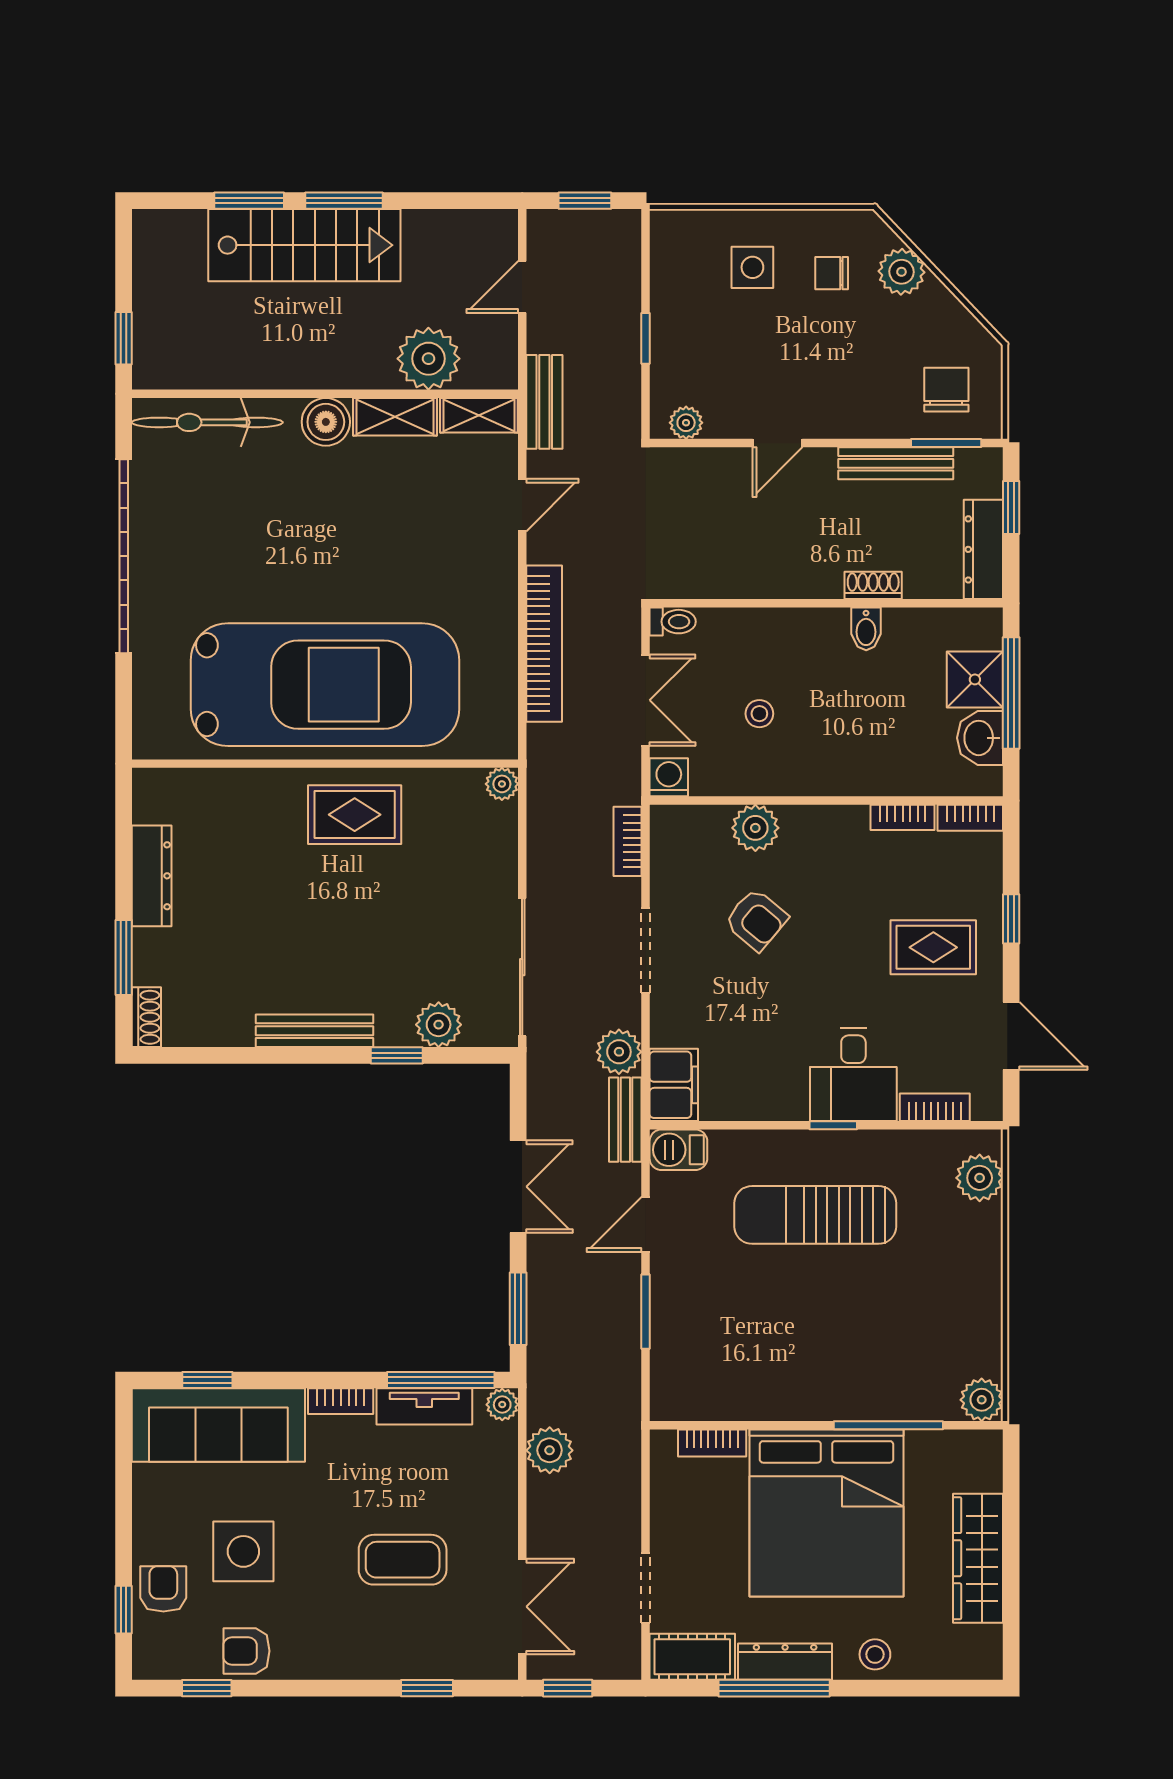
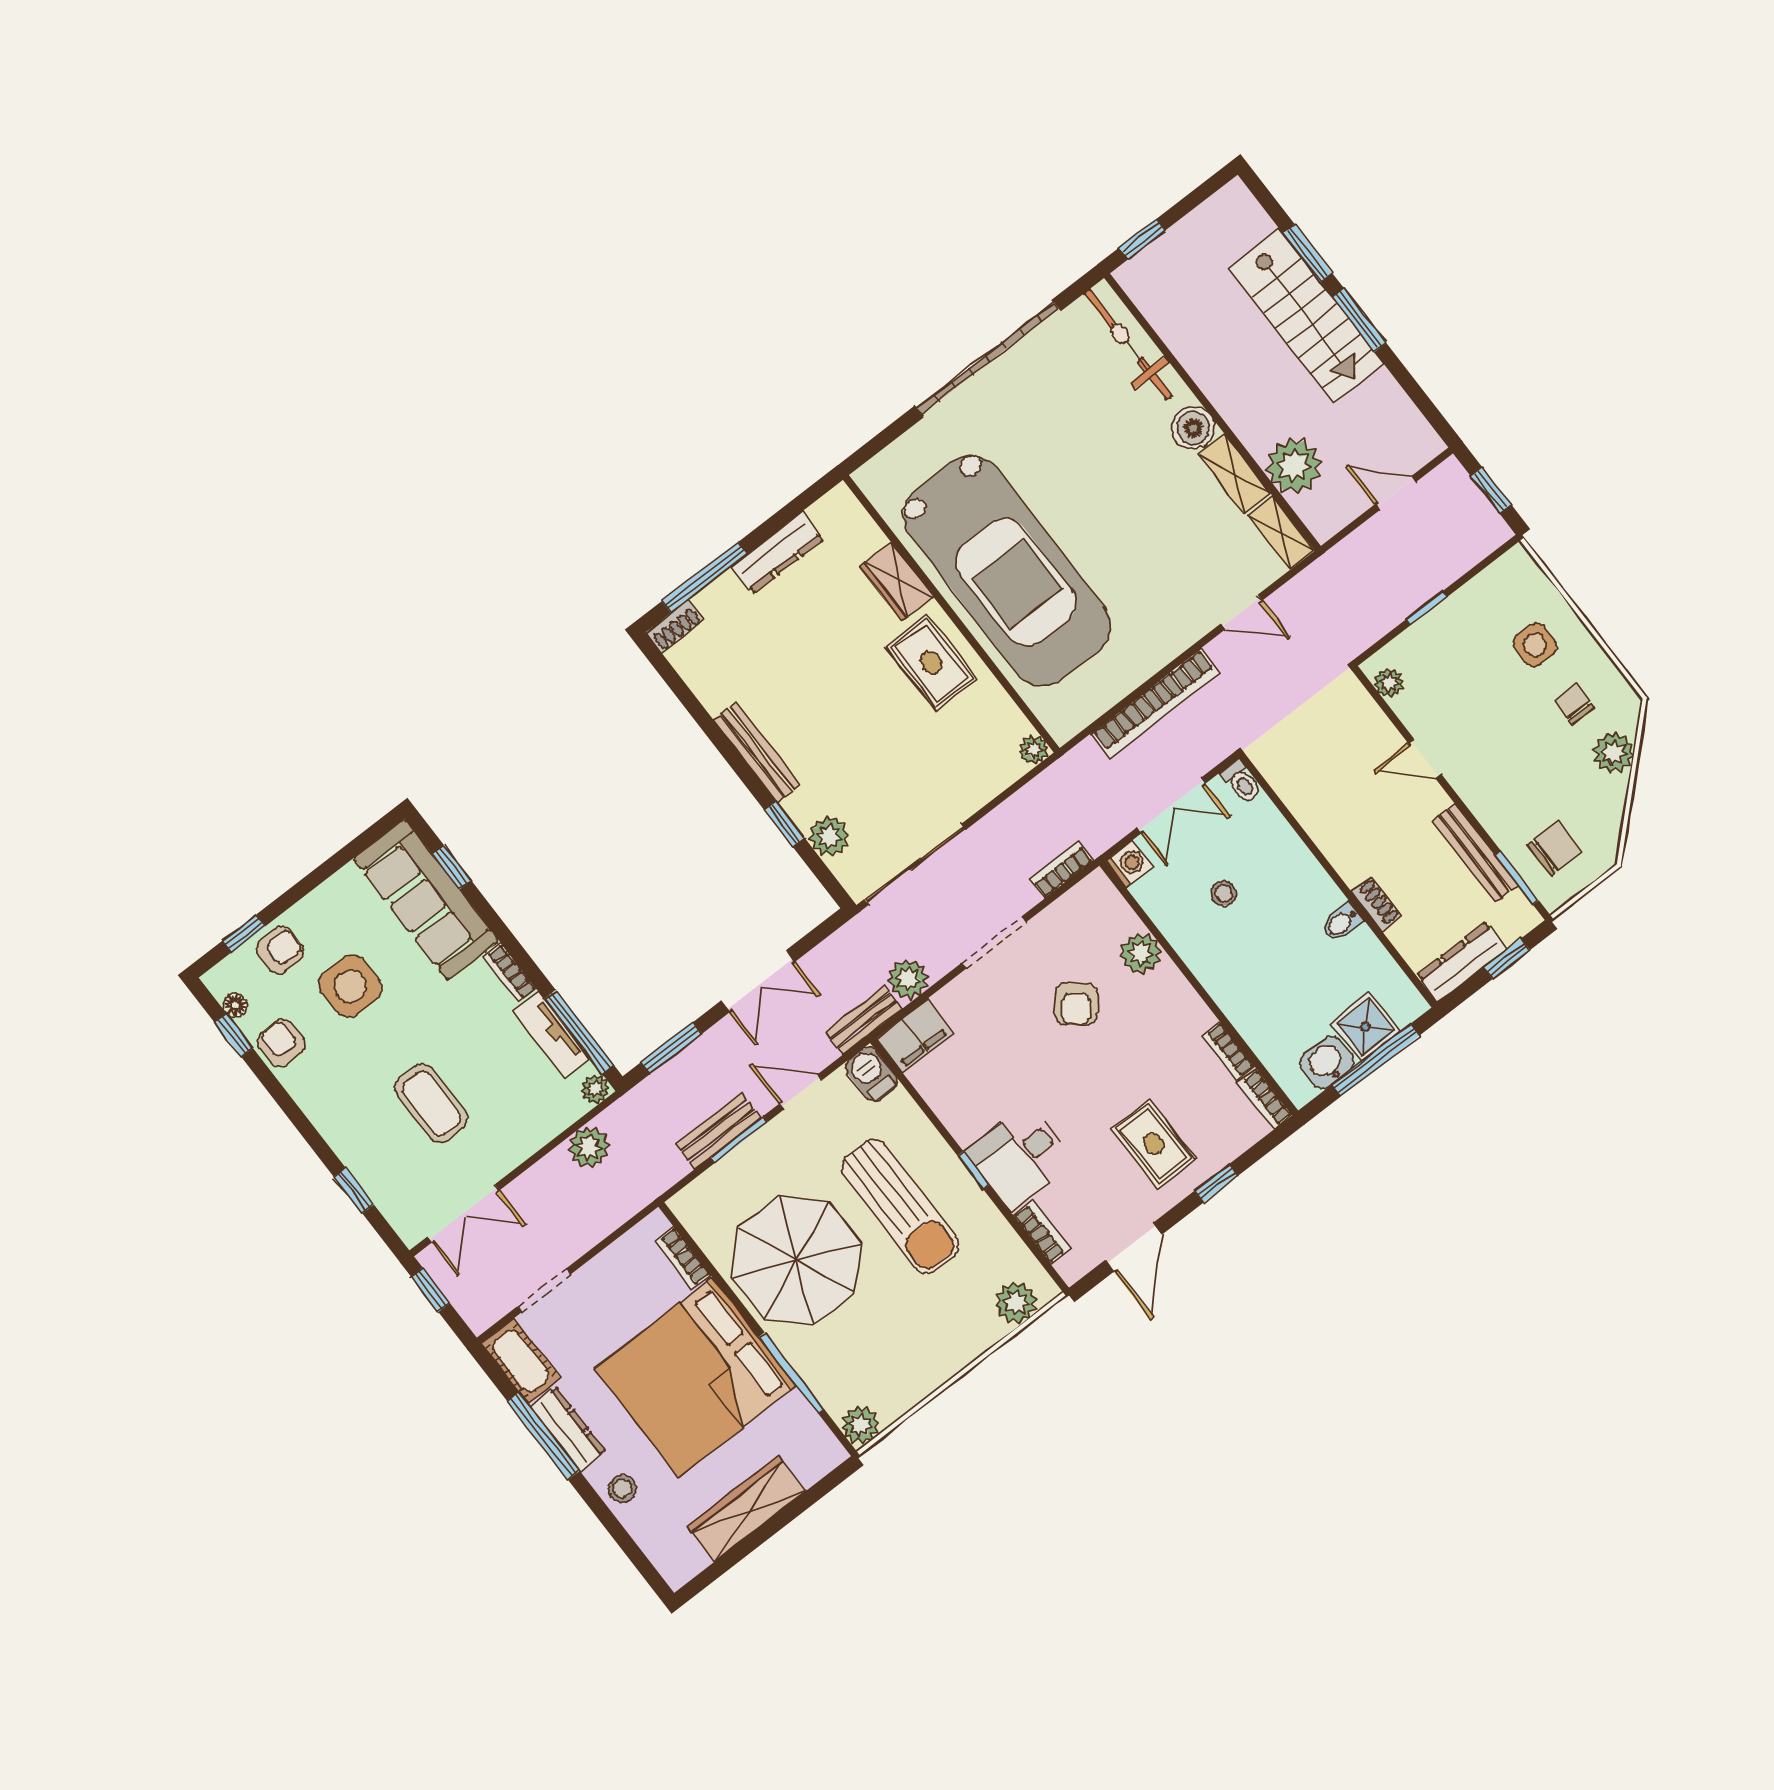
bench: (544, 402) -> (718, 1131), moved
wardrobe: (259, 790) -> (896, 582), added
window: (124, 957) -> (704, 577), width x1.44
sun lounger: (815, 1215) -> (900, 1207), turned 180
parasol: (792, 1344) -> (796, 1260), added
floor lamp: (181, 1666) -> (235, 1005), added

